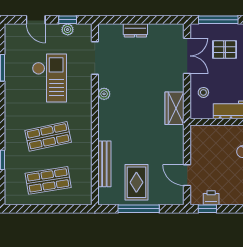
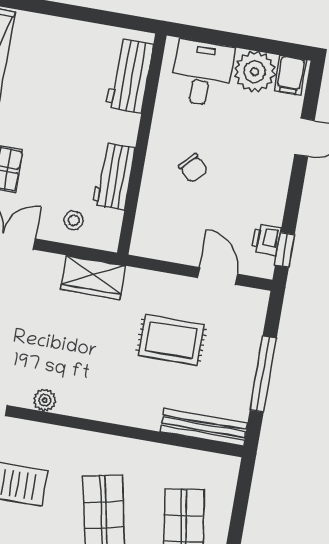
bench: (104, 164) -> (204, 427), moved
door: (187, 175) -> (218, 276), swing flipped
rug: (136, 182) -> (171, 340), moved

